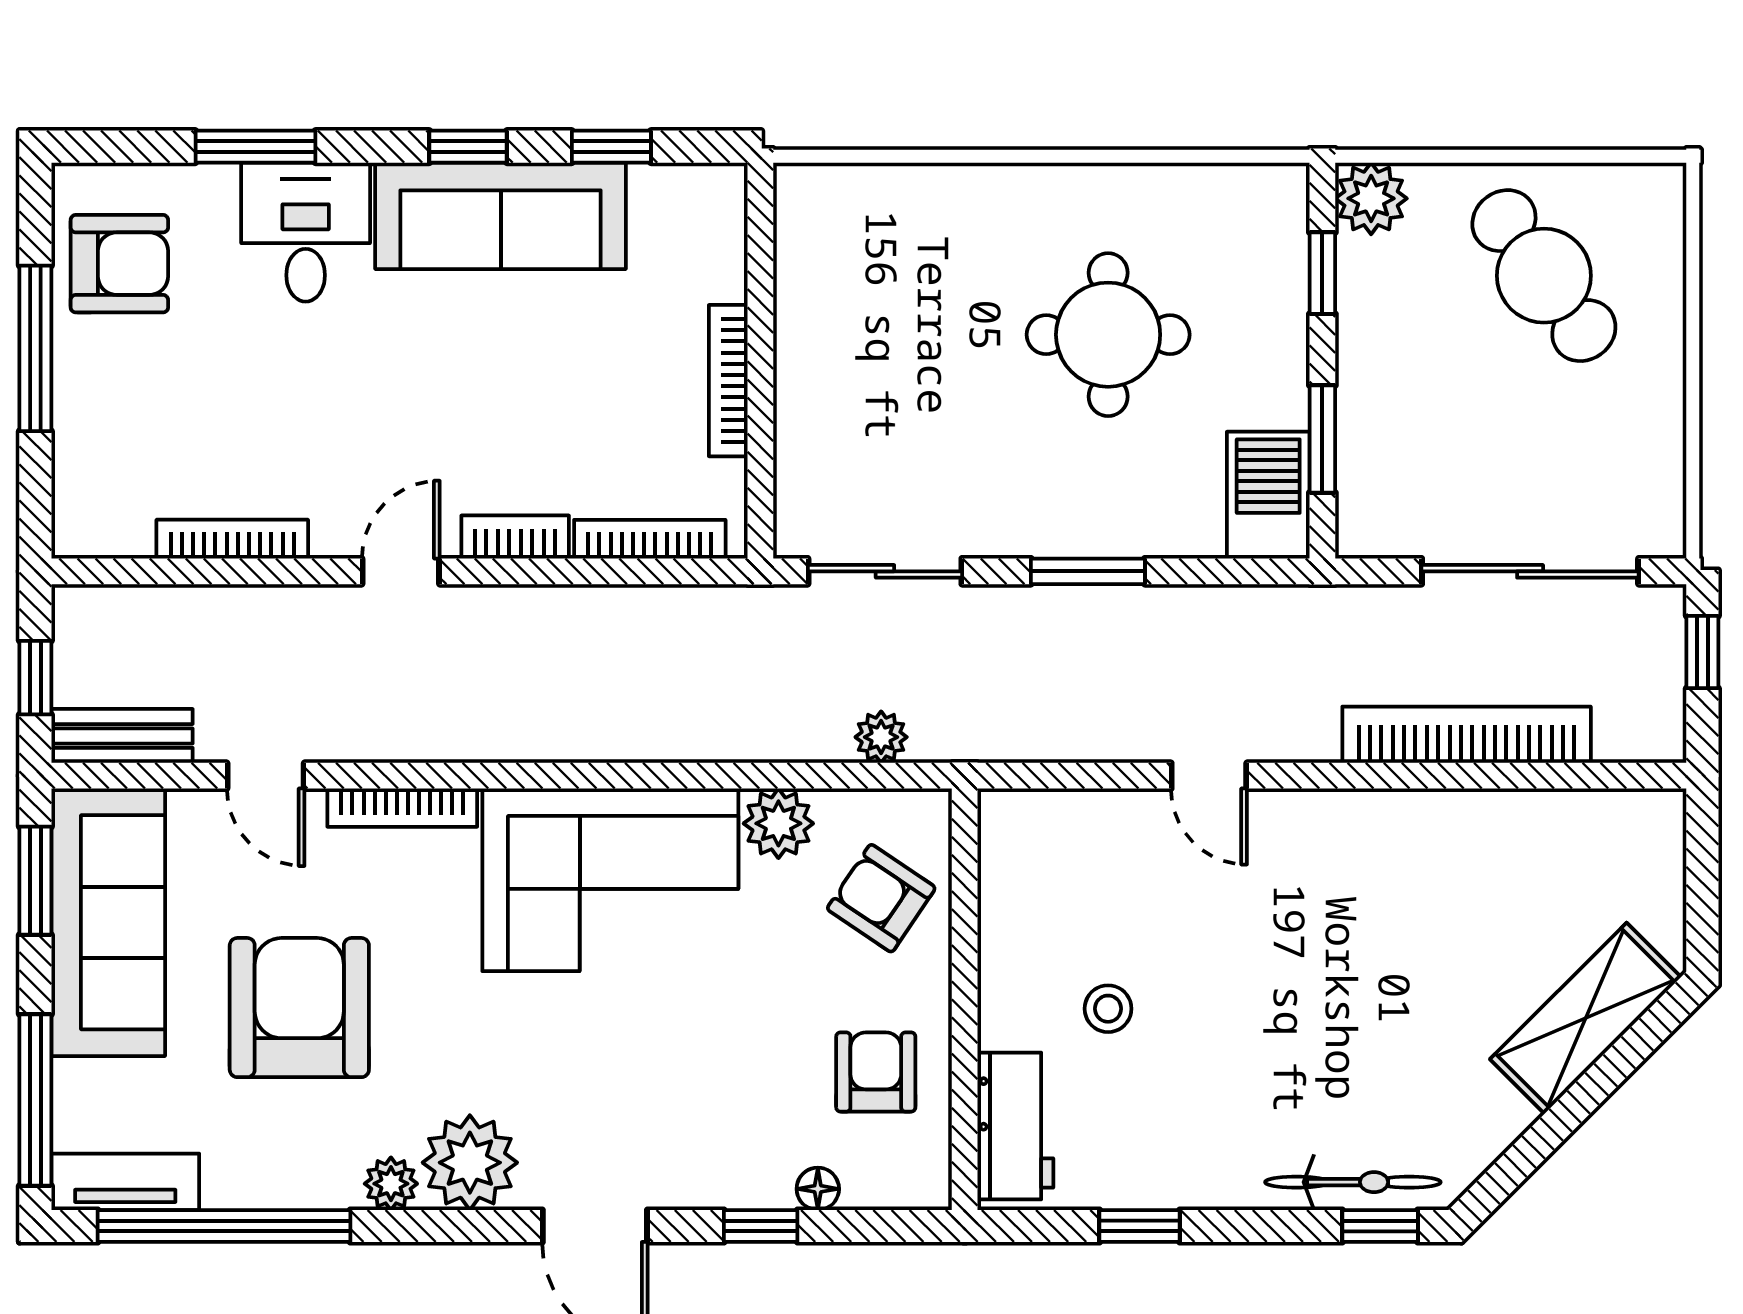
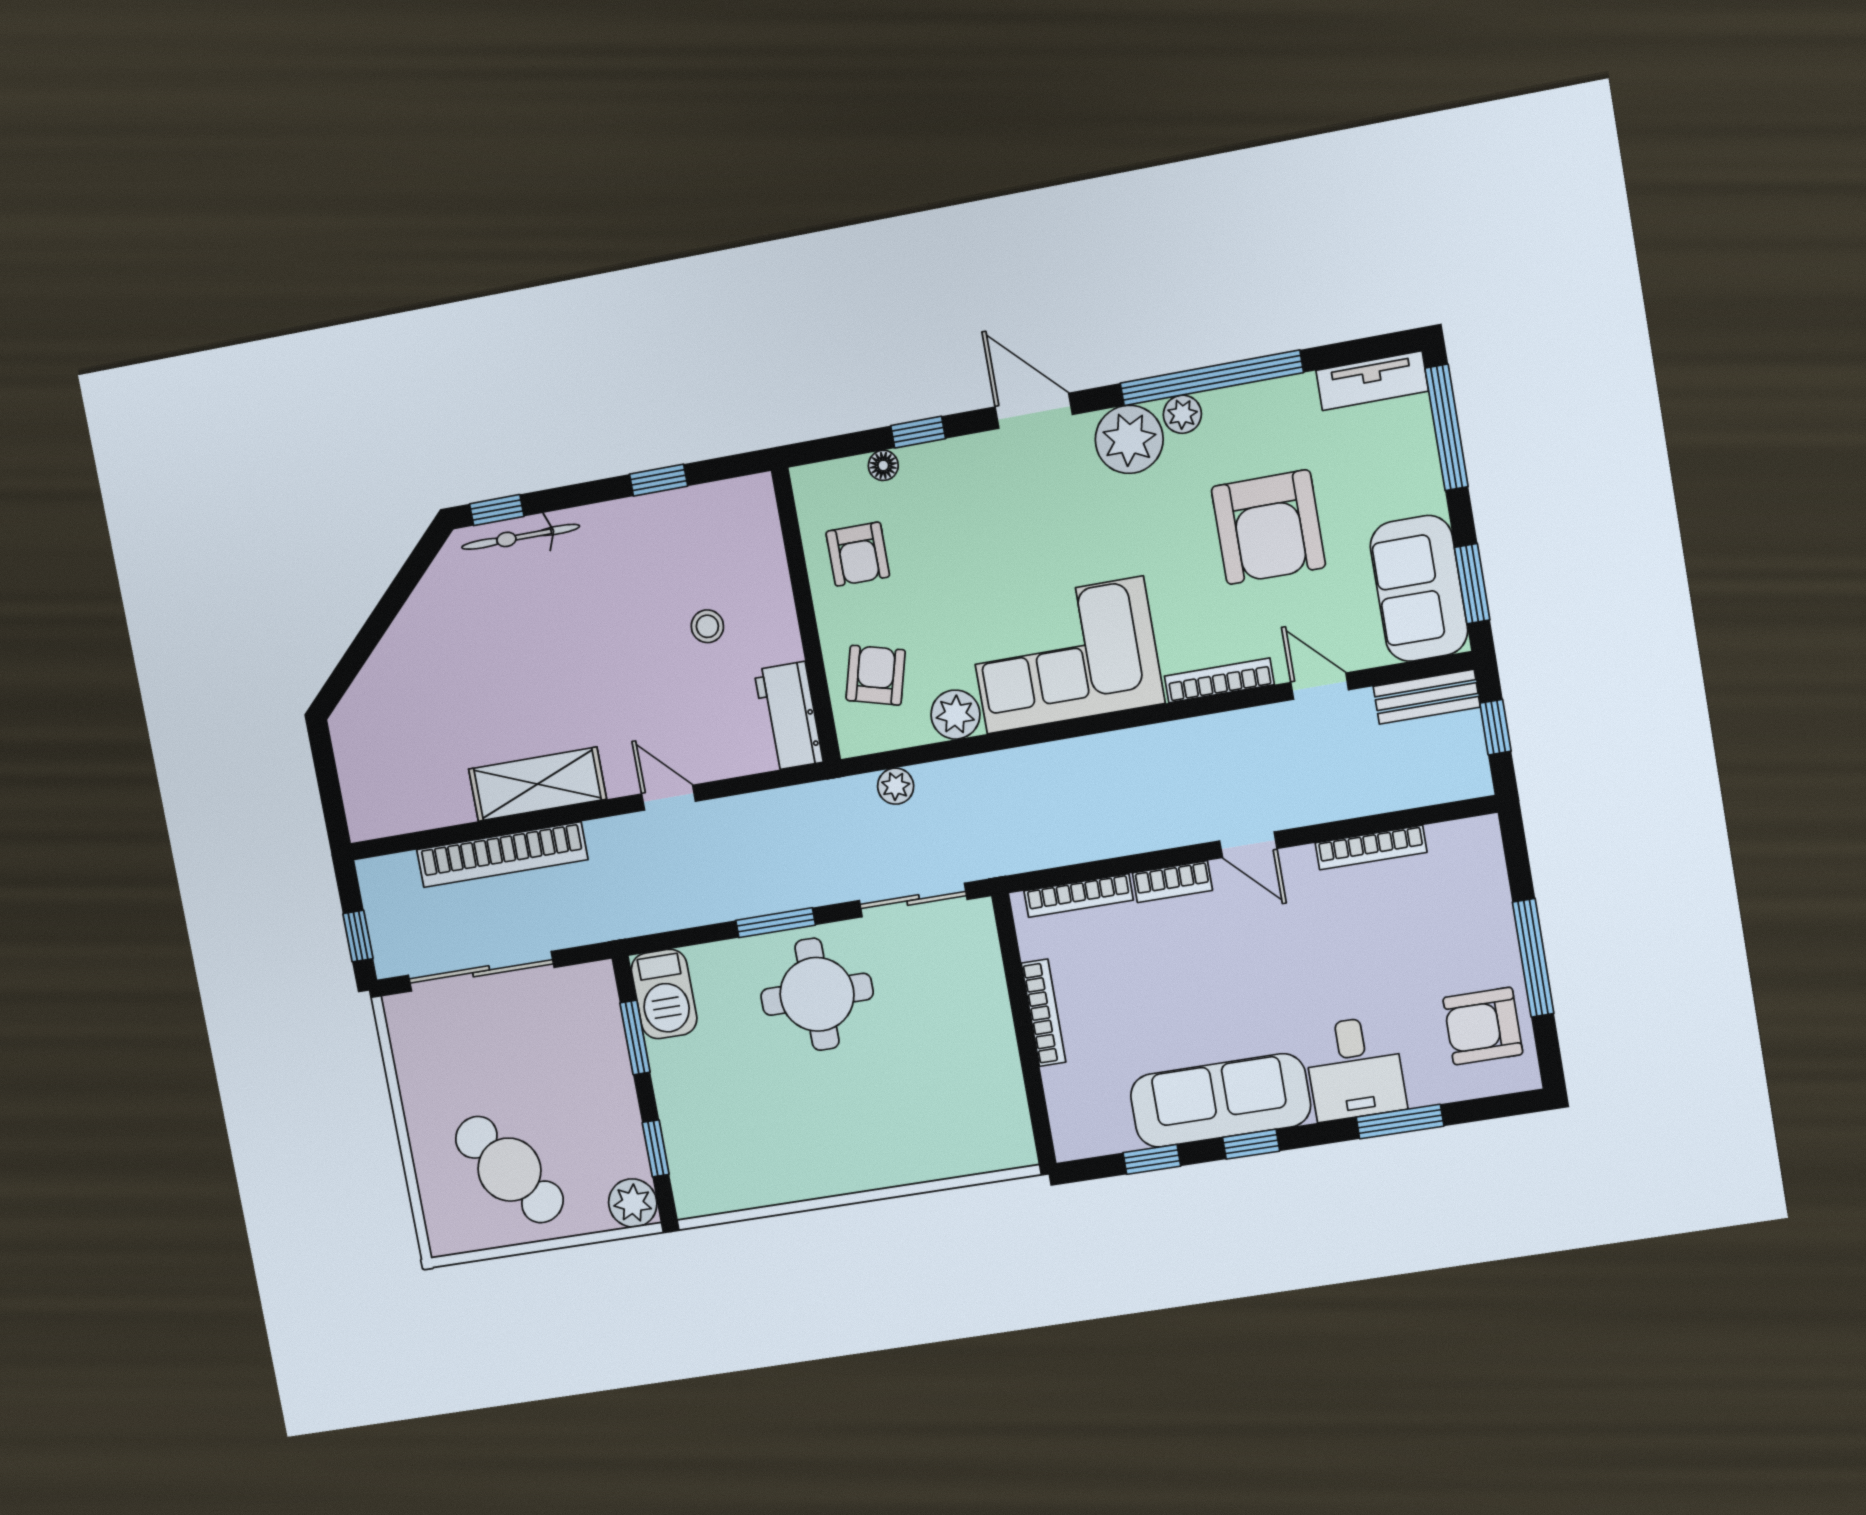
round table: (1108, 335) -> (817, 994), moved
door: (401, 571) -> (1248, 845), hinge flipped
armchair: (881, 898) -> (876, 675), turned -109
sofa: (108, 922) -> (1419, 588), width x0.73
shelving: (1586, 1018) -> (537, 784), moved, turned 45
workbench: (1015, 1126) -> (789, 716), moved
window: (224, 1226) -> (1212, 378), moved

